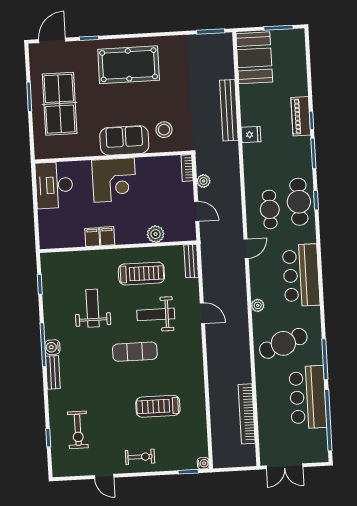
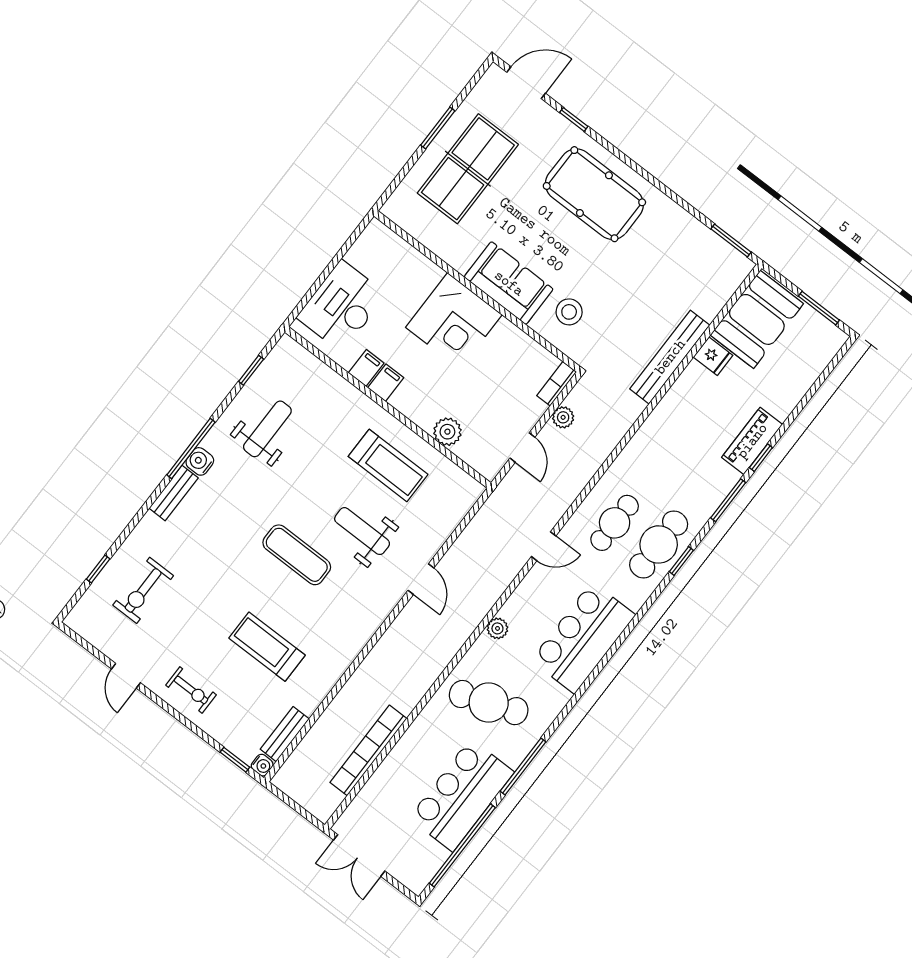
fridge: (251, 135) -> (713, 356), moved
desk: (54, 185) -> (342, 306), moved
bench: (191, 261) -> (285, 734), moved
weight bench: (93, 308) -> (267, 429), moved

